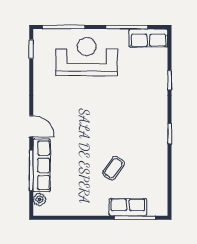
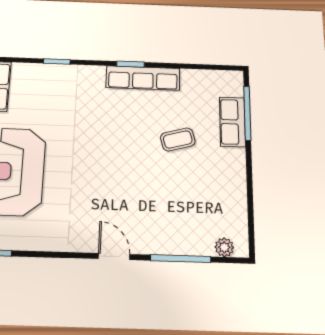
door: (31, 126) -> (114, 257), hinge flipped
row of seats: (42, 165) -> (143, 78), moved, turned 180
coffee table: (114, 168) -> (178, 139), turned -50

